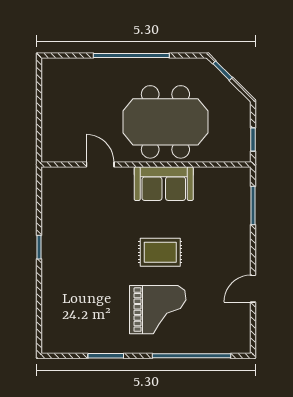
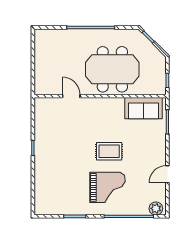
sofa: (164, 184) -> (144, 108), moved
plant: (235, 343) -> (156, 208), added

